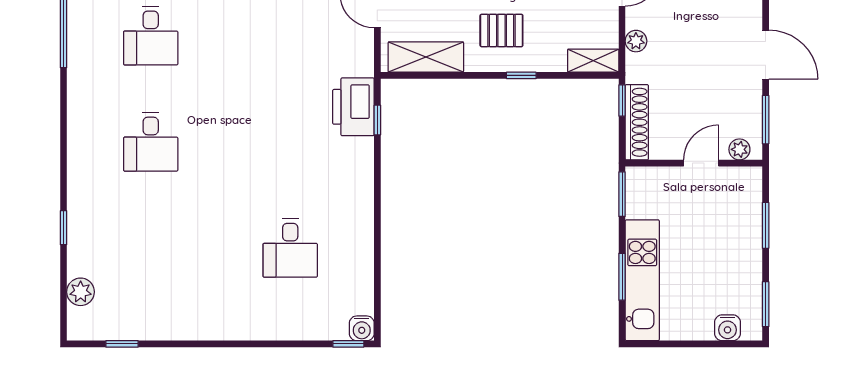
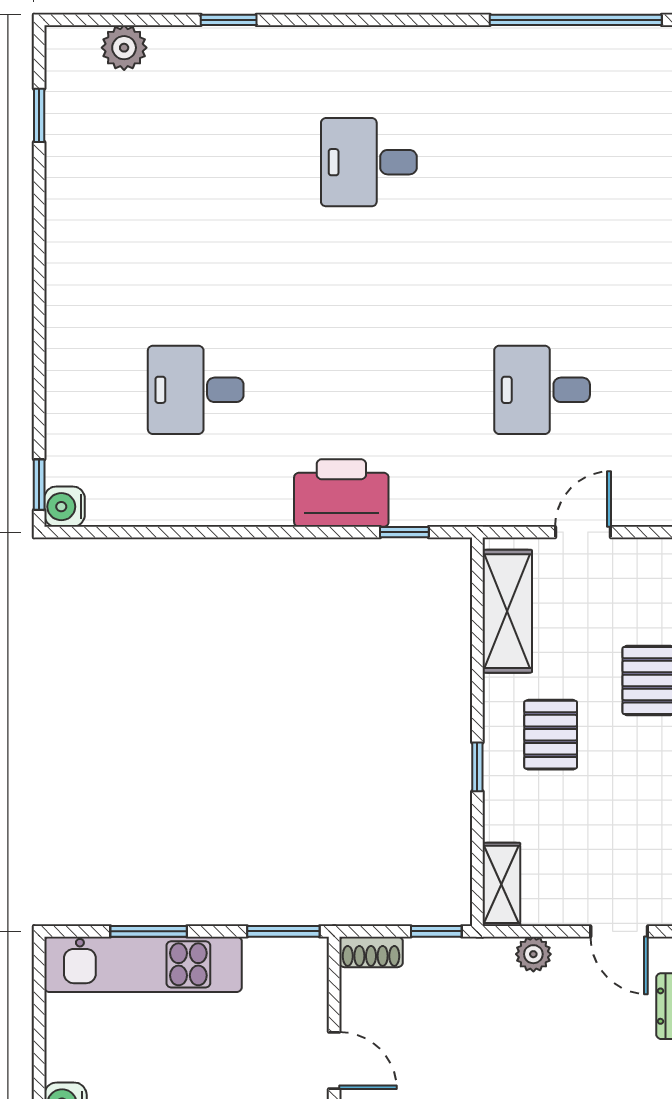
desk: (151, 36) -> (542, 390), moved
printer: (353, 107) -> (341, 493), moved
shoe rack: (637, 122) -> (371, 952), width x0.51, depth x0.81

